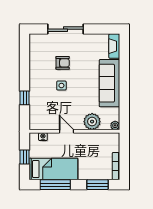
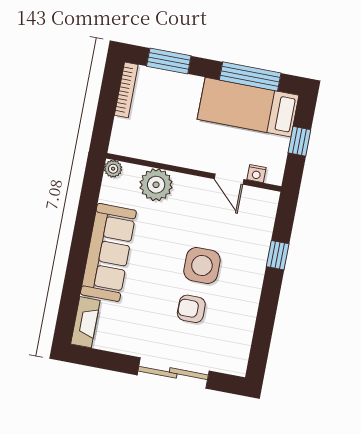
side table: (61, 86) -> (202, 265), width x1.87, depth x1.87
door: (67, 131) -> (229, 179), moved

